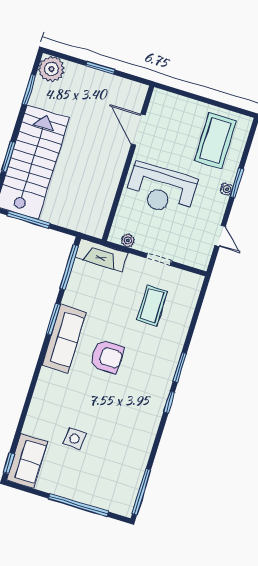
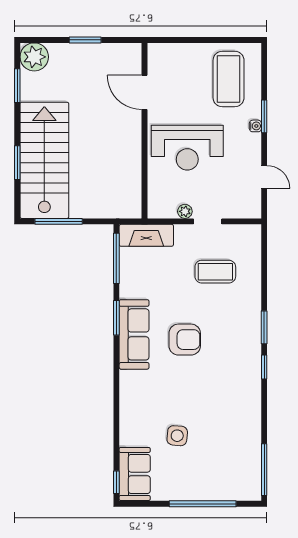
plant: (128, 240) -> (185, 211), moved
coffee table: (152, 306) -> (215, 272), turned 90

